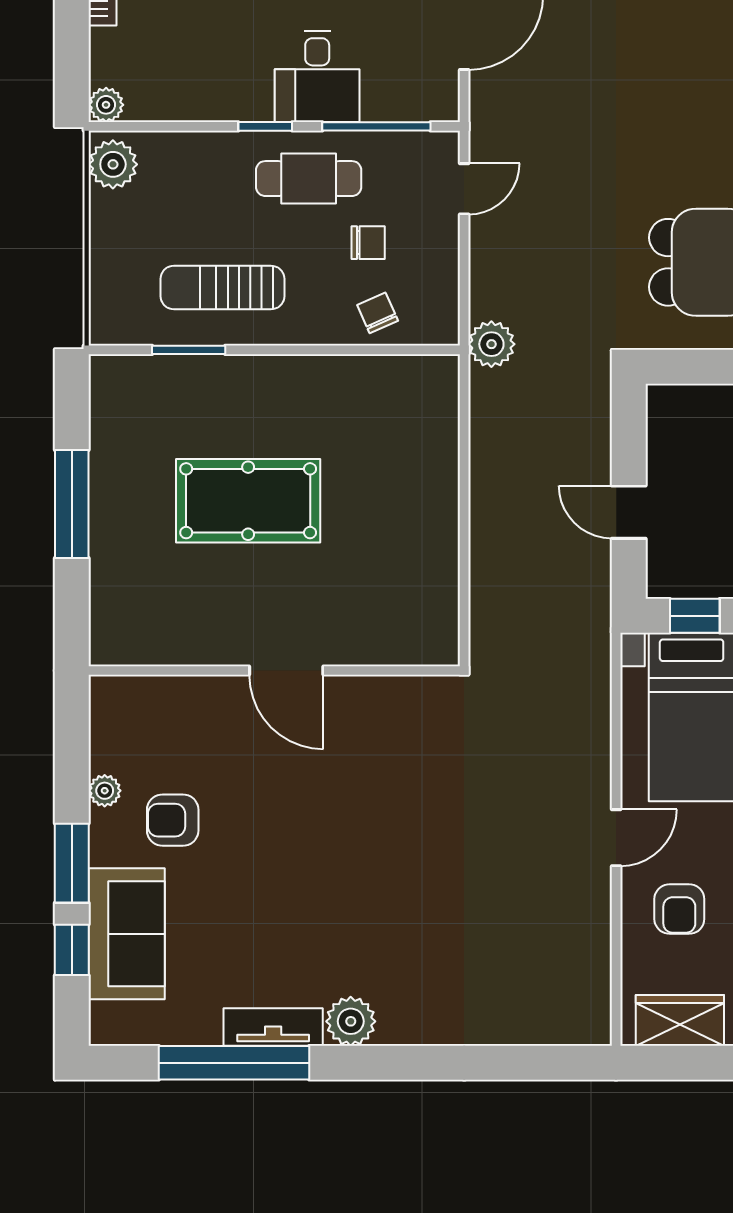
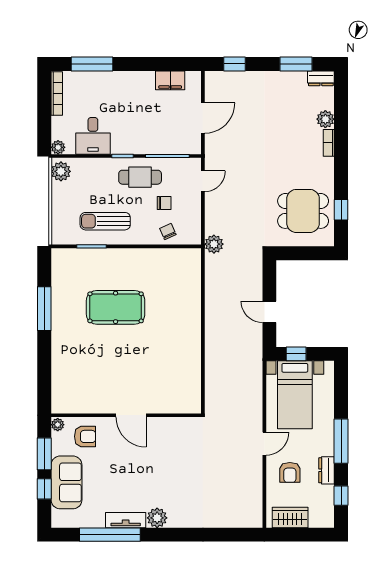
desk: (317, 76) -> (93, 136), moved
wall: (274, 671) -> (126, 415), moved
door: (286, 671) -> (131, 415), moved
armchair: (173, 820) -> (85, 436), turned 180

